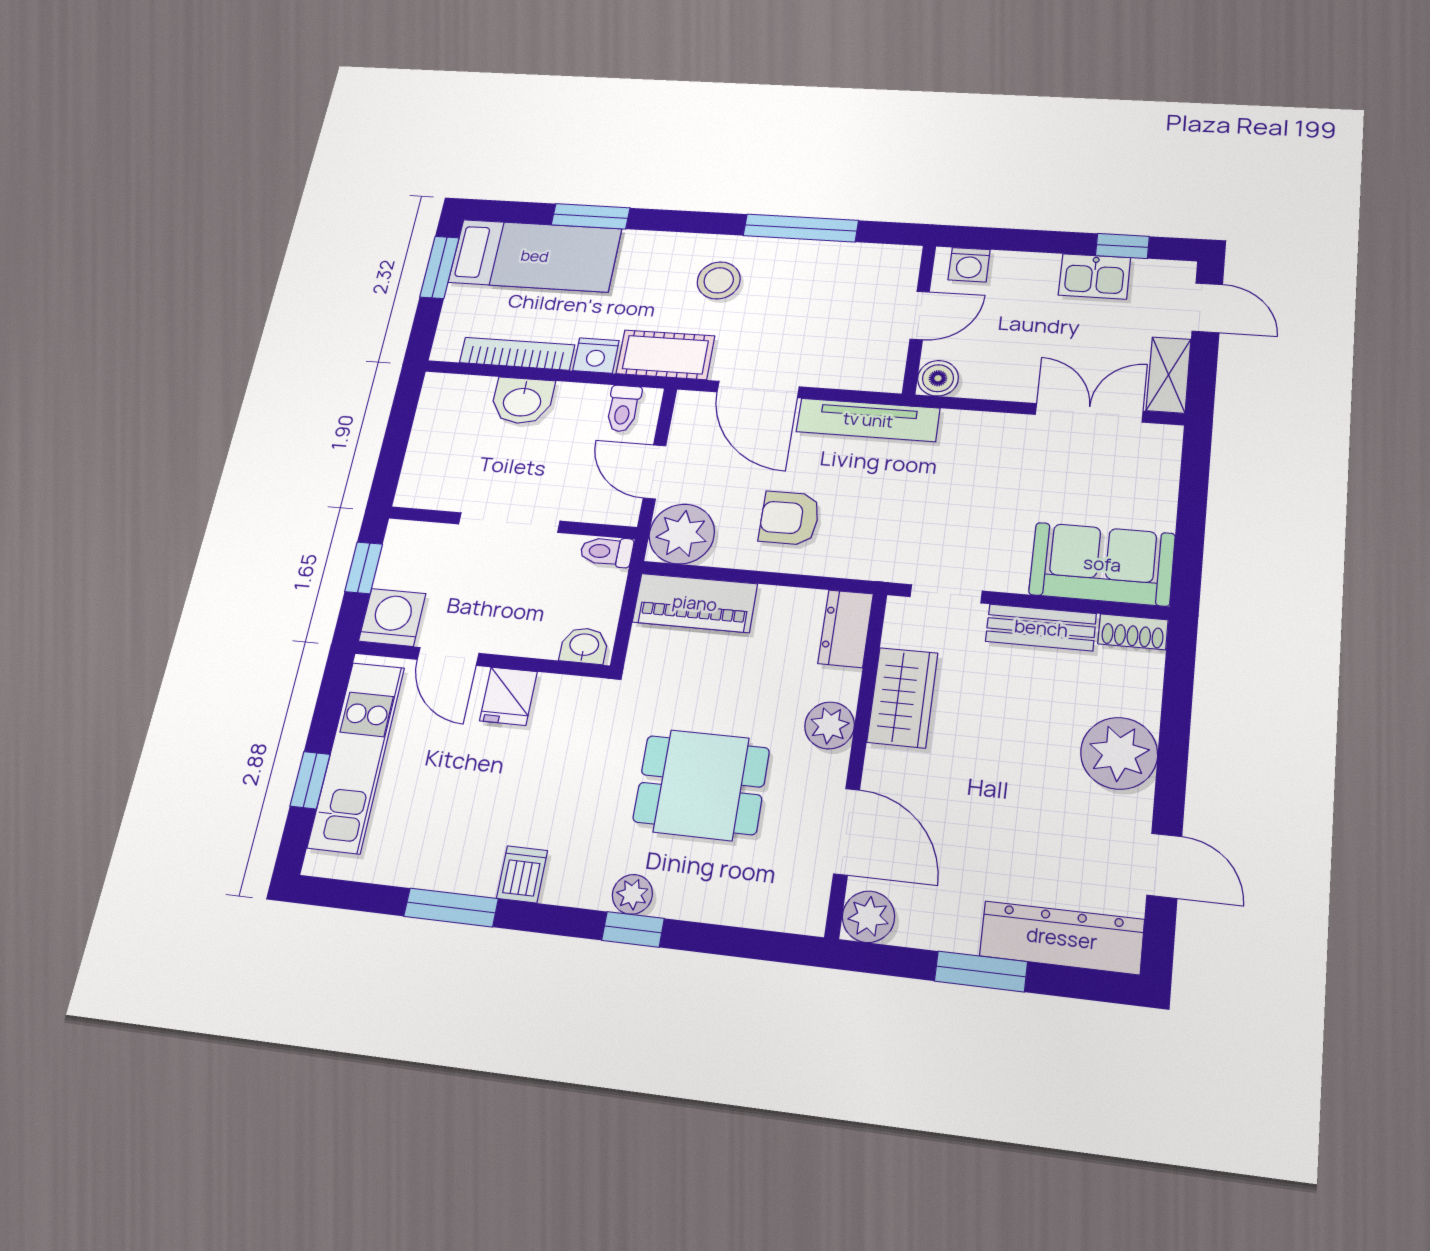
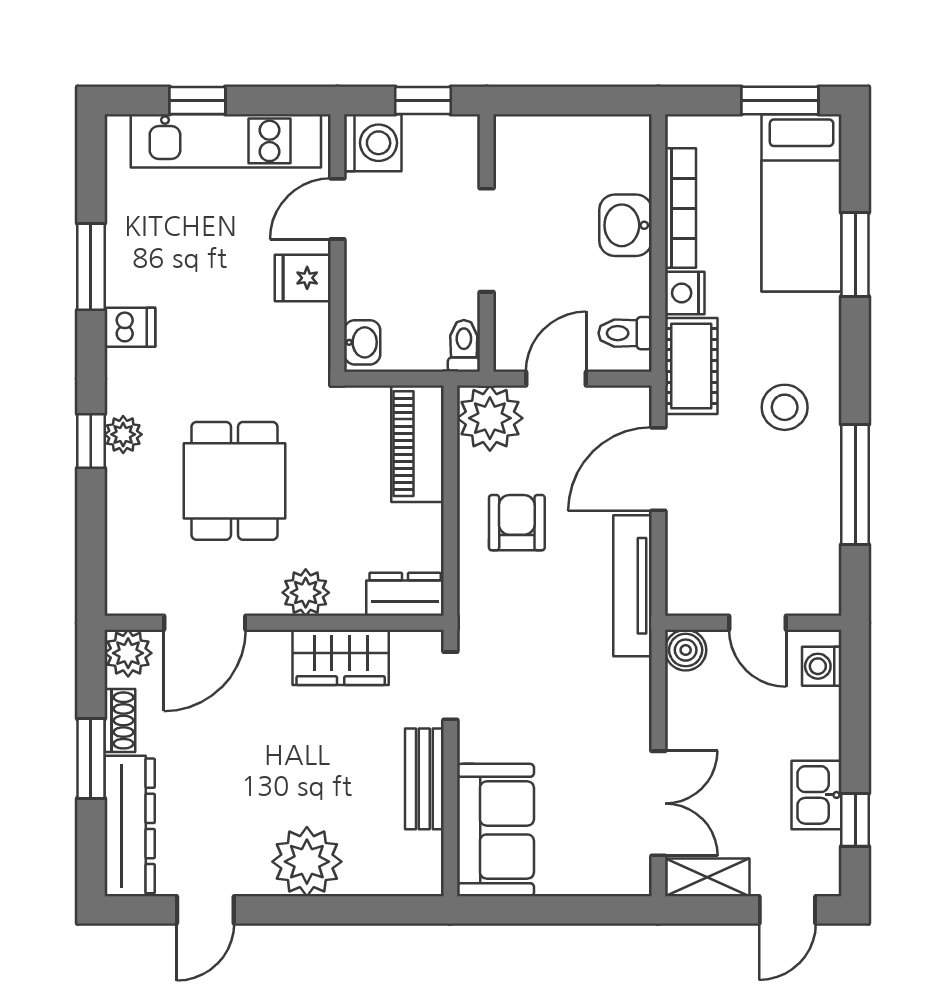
shoe rack: (1133, 632) -> (120, 720), moved, turned 180

